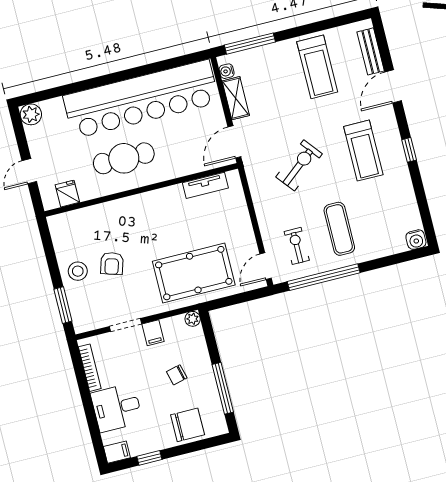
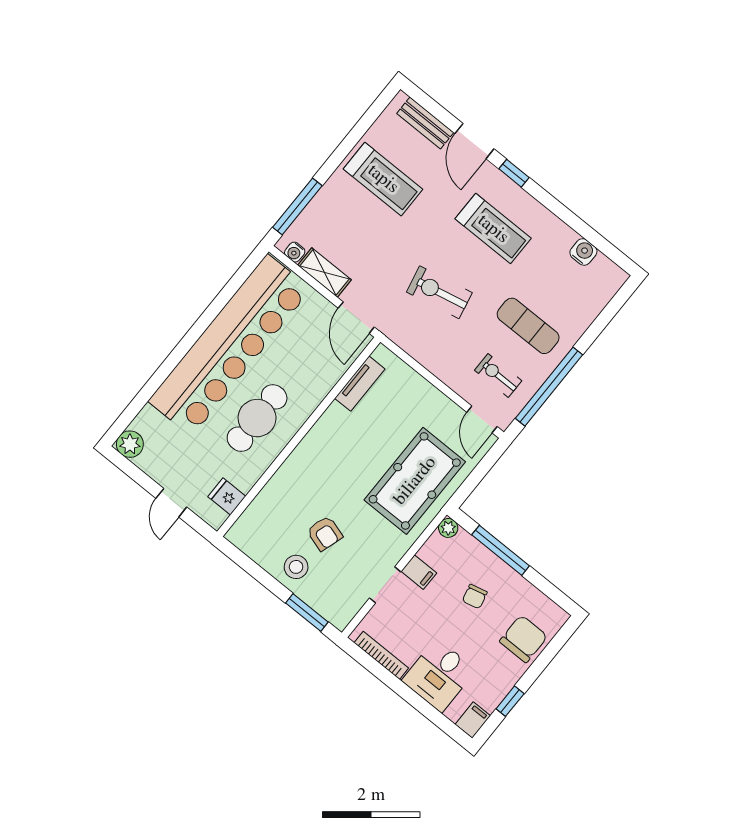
window: (409, 150) -> (514, 173), moved
exercise bike: (299, 165) -> (439, 292), turned -63
water cooler: (416, 240) -> (583, 252), moved, turned -90
window: (223, 388) -> (501, 550), moved

